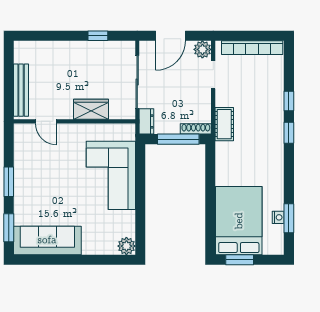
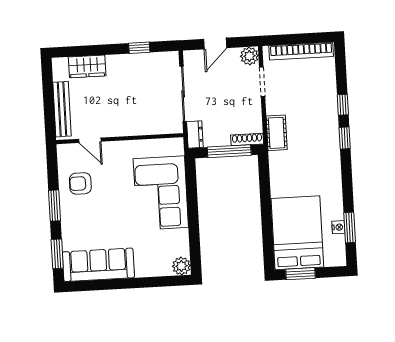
door: (170, 36) -> (215, 44), width x0.73
wardrobe: (91, 109) -> (87, 66), moved, turned 180
armchair: (35, 162) -> (80, 183), added

